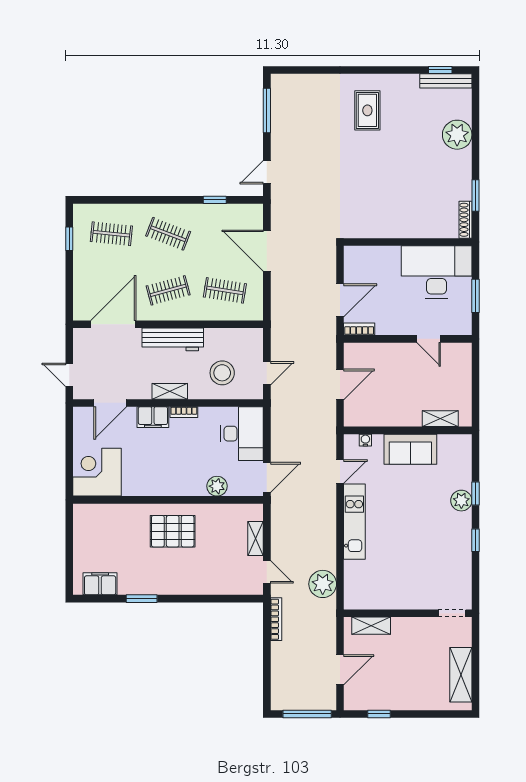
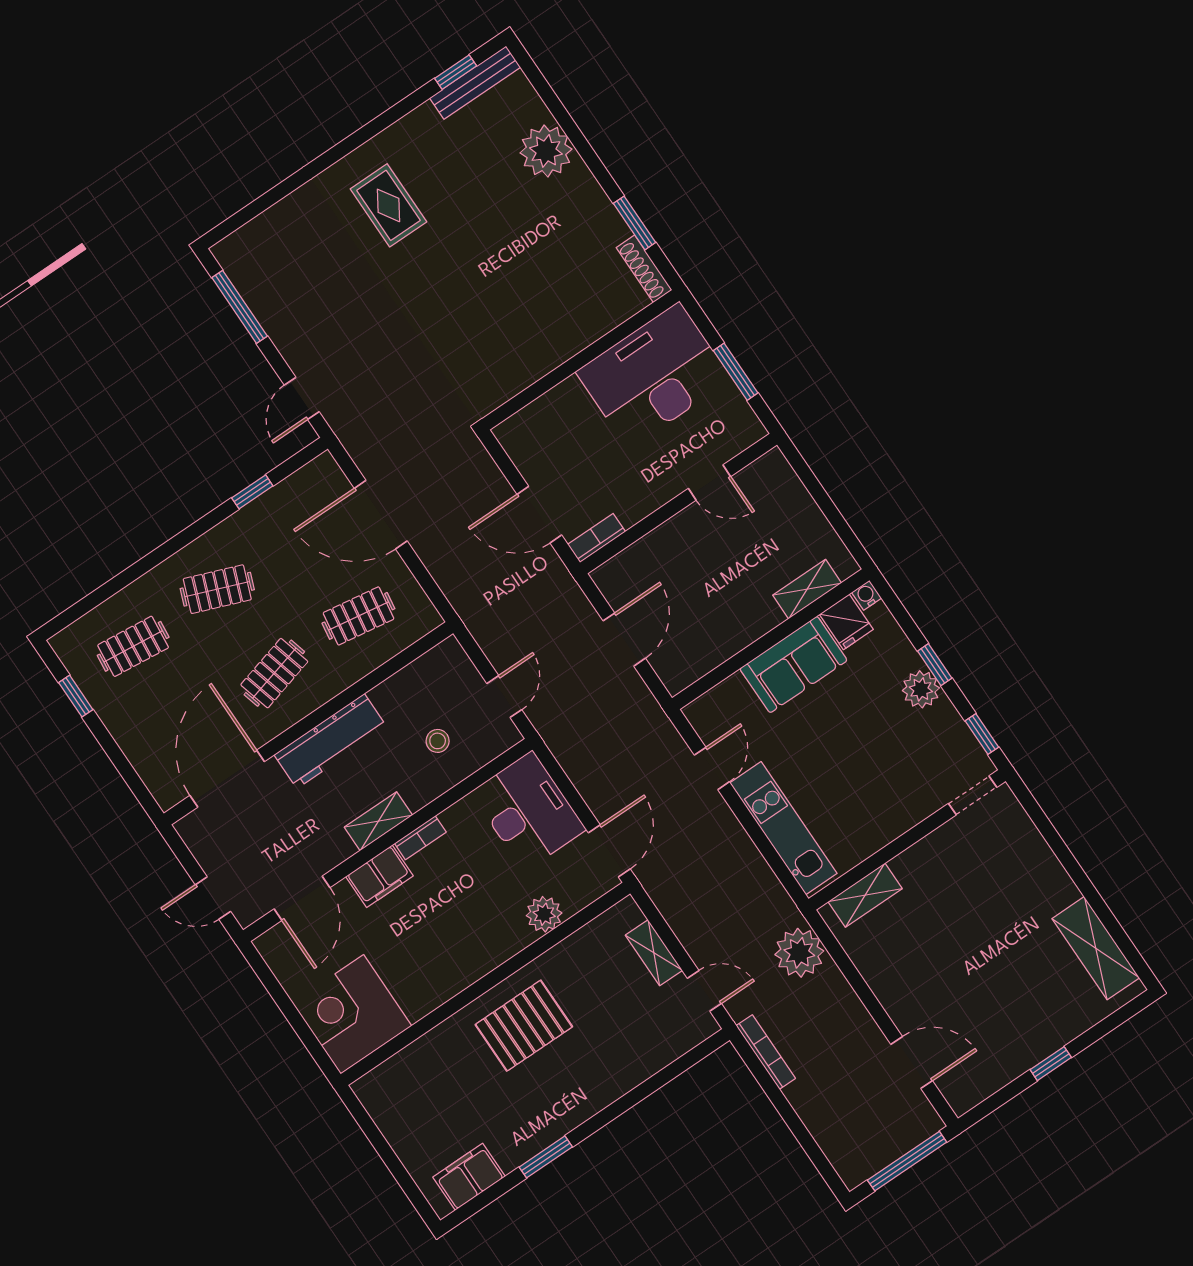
door: (340, 300) -> (539, 515), swing flipped
stool: (222, 373) -> (438, 741), width x0.53, depth x0.53
water cooler: (365, 440) -> (866, 595), moved
fridge: (448, 446) -> (846, 622), added
wall: (408, 613) -> (907, 840), moved
doorway: (452, 613) -> (973, 795), moved
shelving: (371, 626) -> (865, 895), moved
door: (340, 670) -> (912, 1062), hinge flipped
window: (379, 714) -> (1051, 1064), moved

